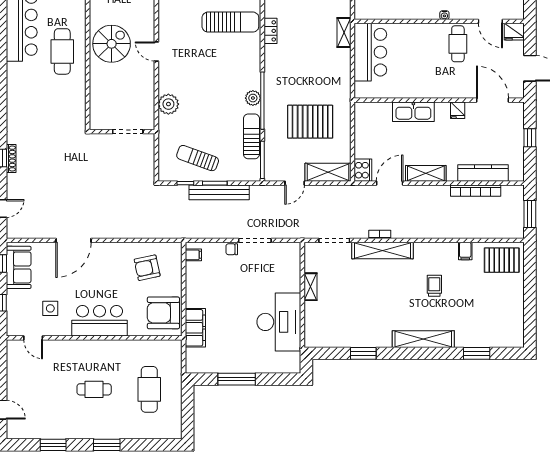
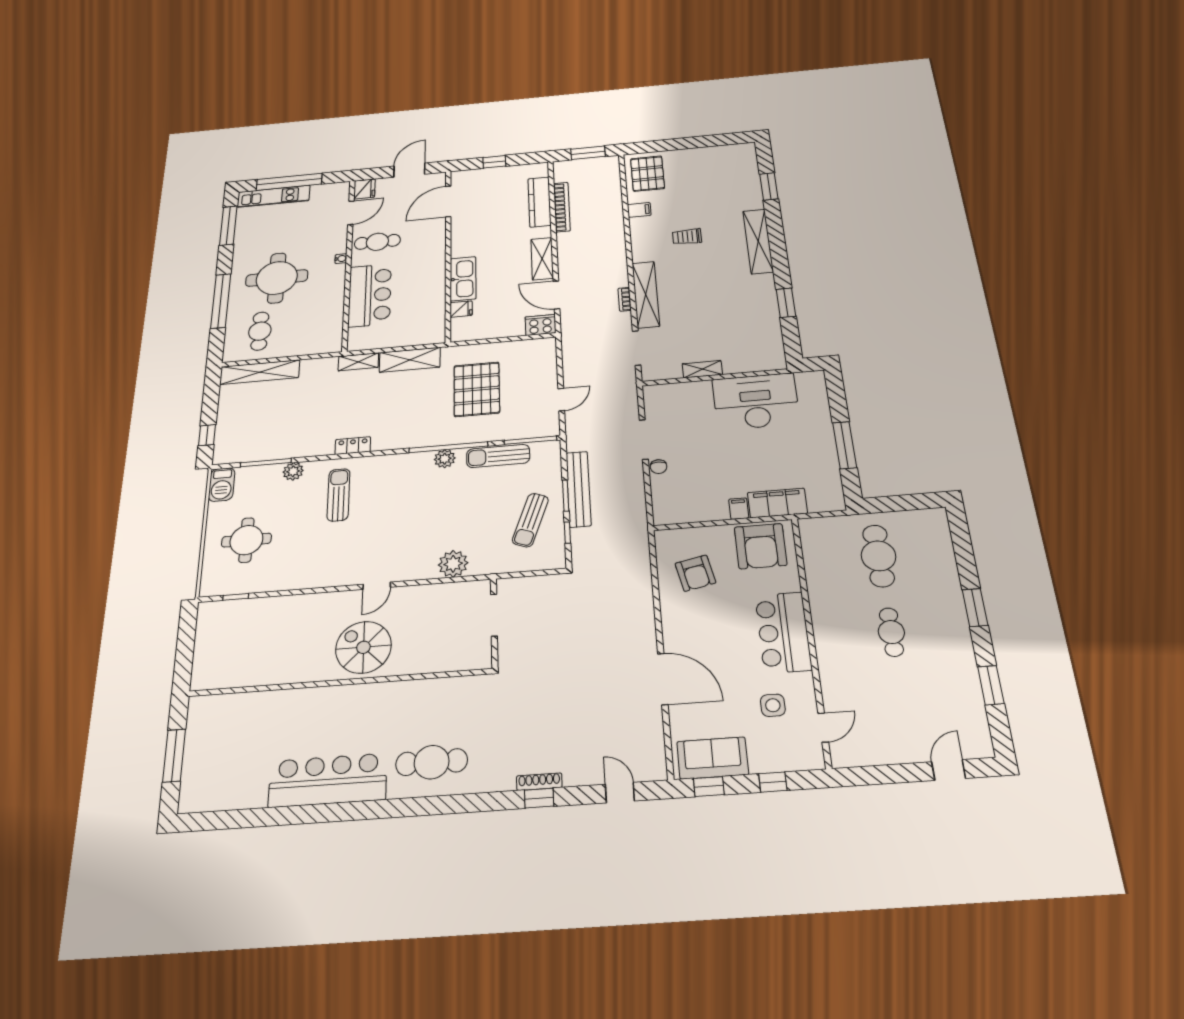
sun lounger: (230, 22) -> (339, 495), width x0.73, depth x0.75
cafe table: (62, 51) -> (432, 762), moved
bar counter: (370, 52) -> (370, 295), moved, turned 90
fridge: (458, 110) -> (461, 309), moved
shelving: (328, 172) -> (410, 360), moved, turned 90
door: (295, 183) -> (561, 400), hinge flipped
filing cabinet: (193, 255) -> (739, 509), moved
cafe table: (149, 389) -> (878, 556), turned 90

